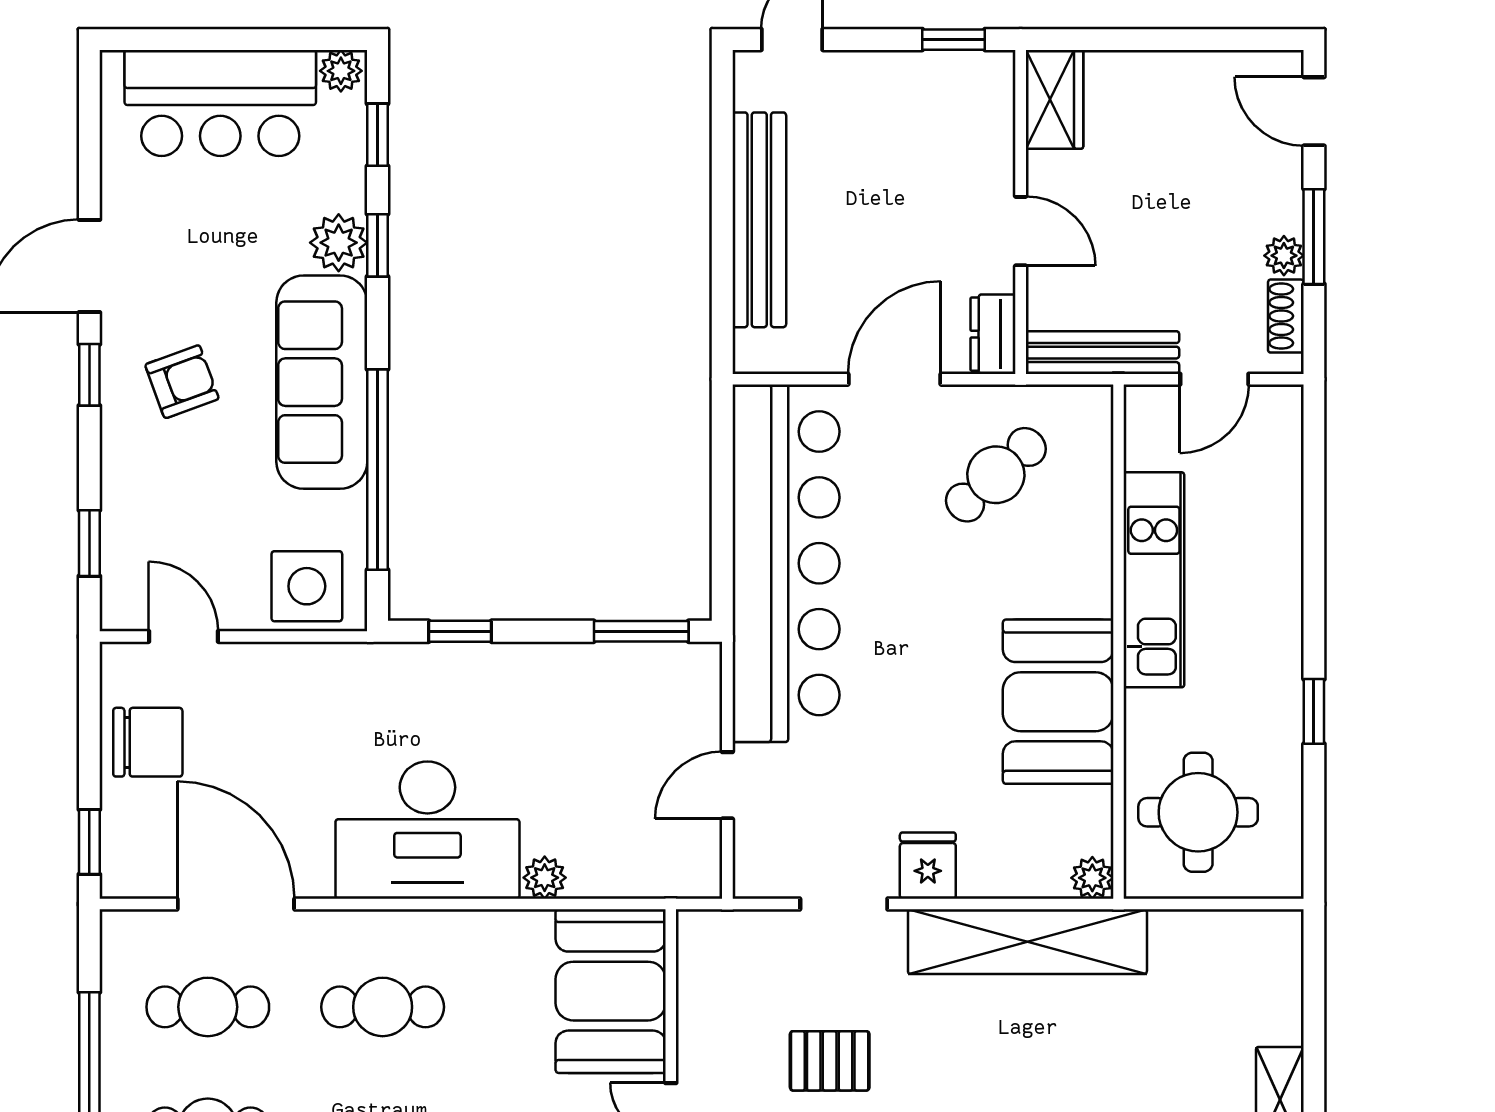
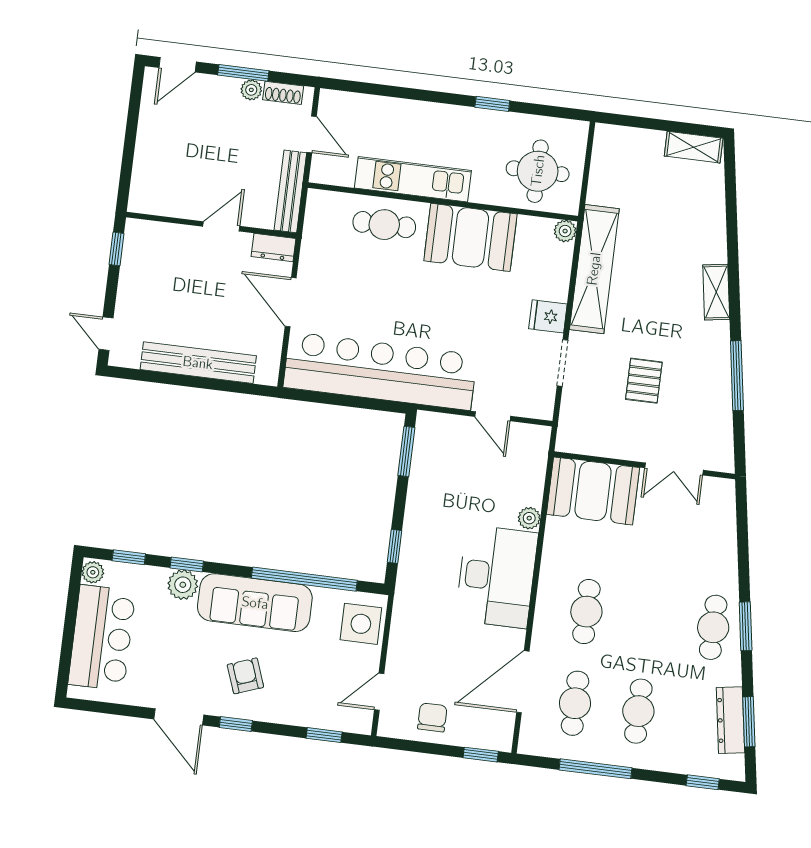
wardrobe: (1055, 99) -> (154, 200), removed
cafe table: (996, 475) -> (384, 225), moved, turned -48
chair: (148, 742) -> (432, 717), width x0.73, depth x0.73

